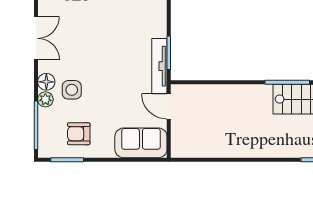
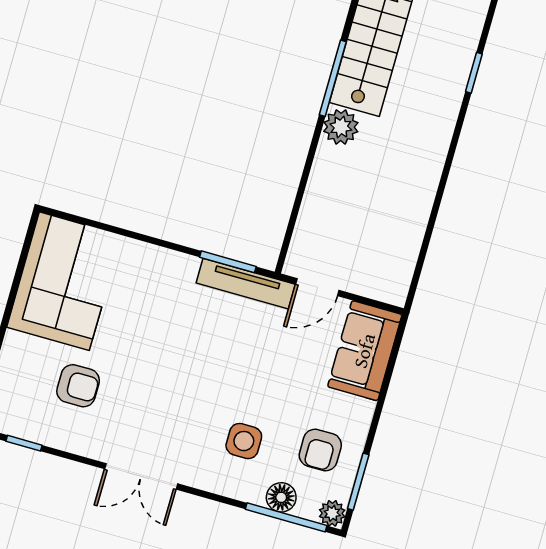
double door: (36, 38) -> (141, 476), swing flipped
floor lamp: (46, 82) -> (281, 497), moved
plant: (262, 94) -> (341, 127), added
plant: (45, 99) -> (332, 513), moved

